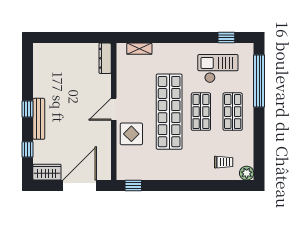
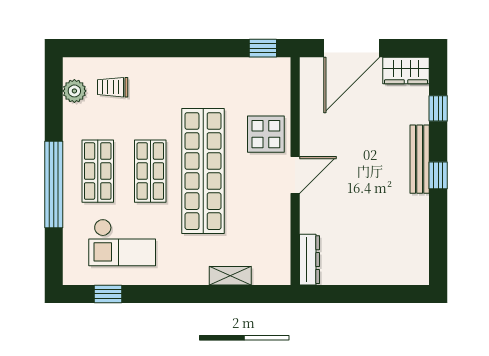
shelving: (139, 49) -> (230, 276), moved
window: (259, 81) -> (54, 184), moved
plant: (247, 173) -> (74, 91), moved

